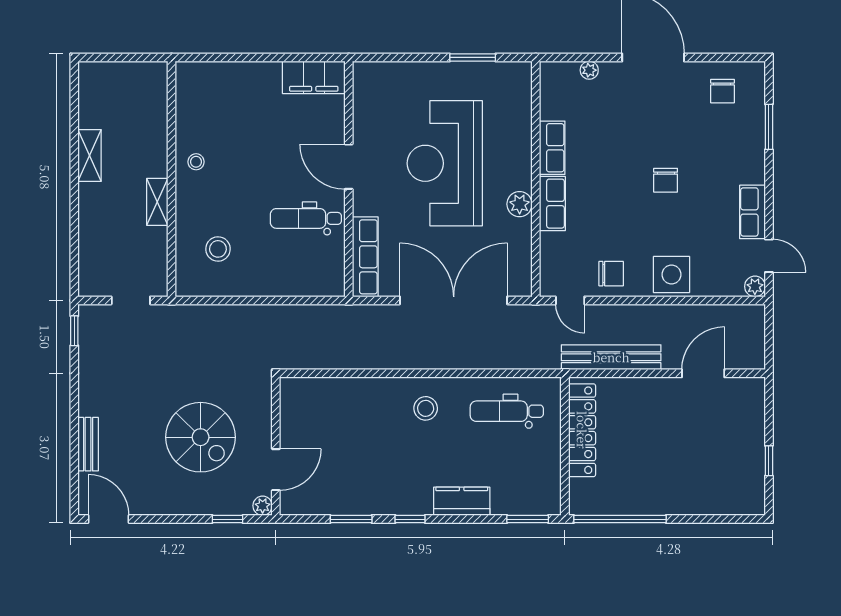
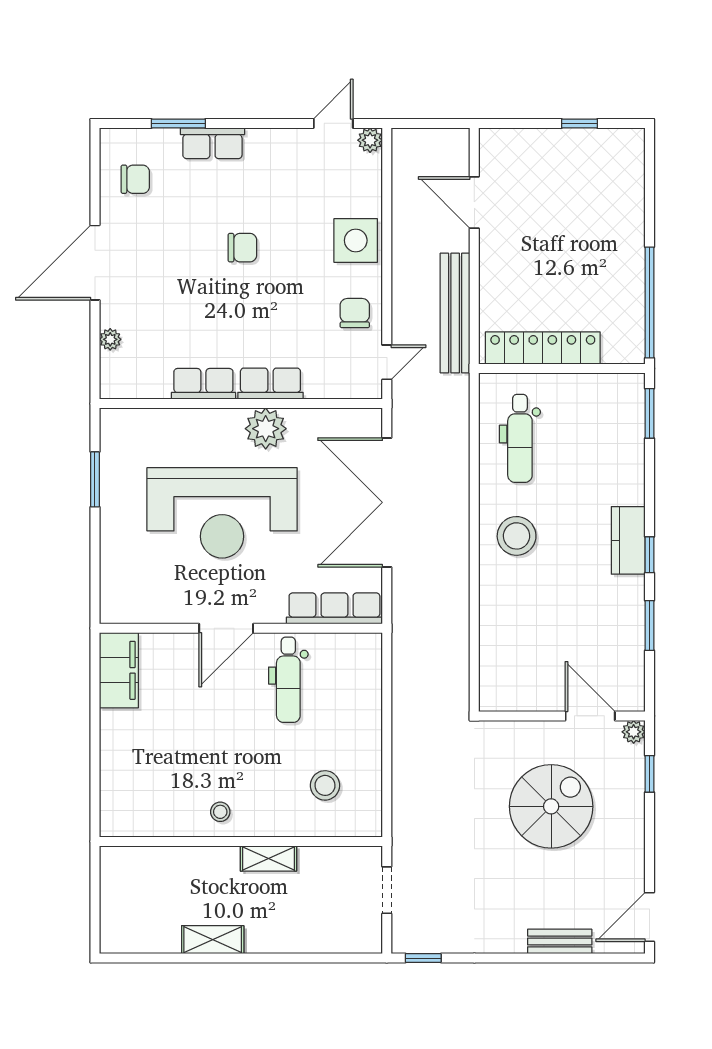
plant: (520, 204) -> (266, 429), width x1.36, depth x1.36
row of seats: (752, 212) -> (212, 143), moved
stool: (426, 408) -> (517, 536), width x1.38, depth x1.38
kitchen counter: (462, 501) -> (628, 540), moved

